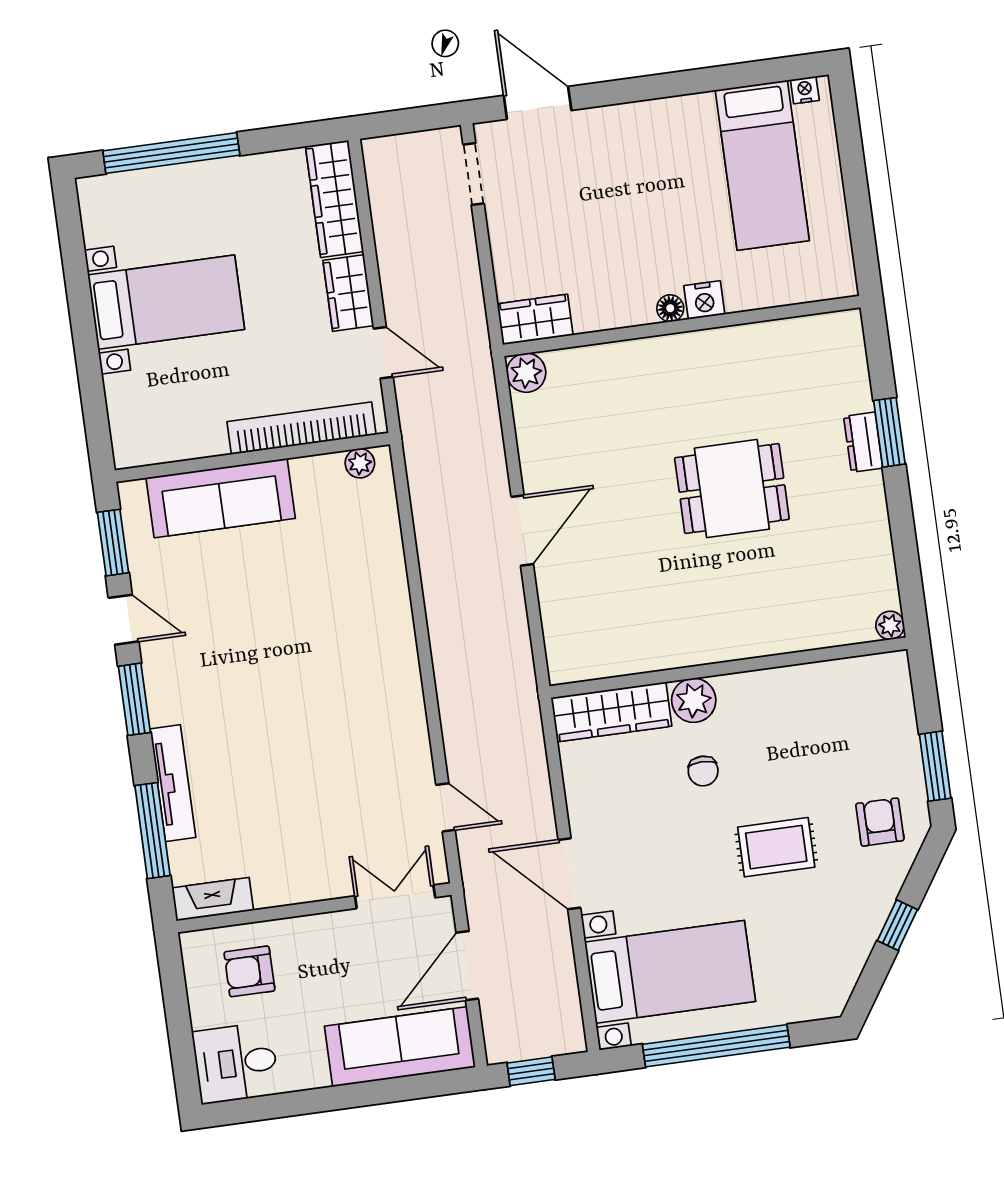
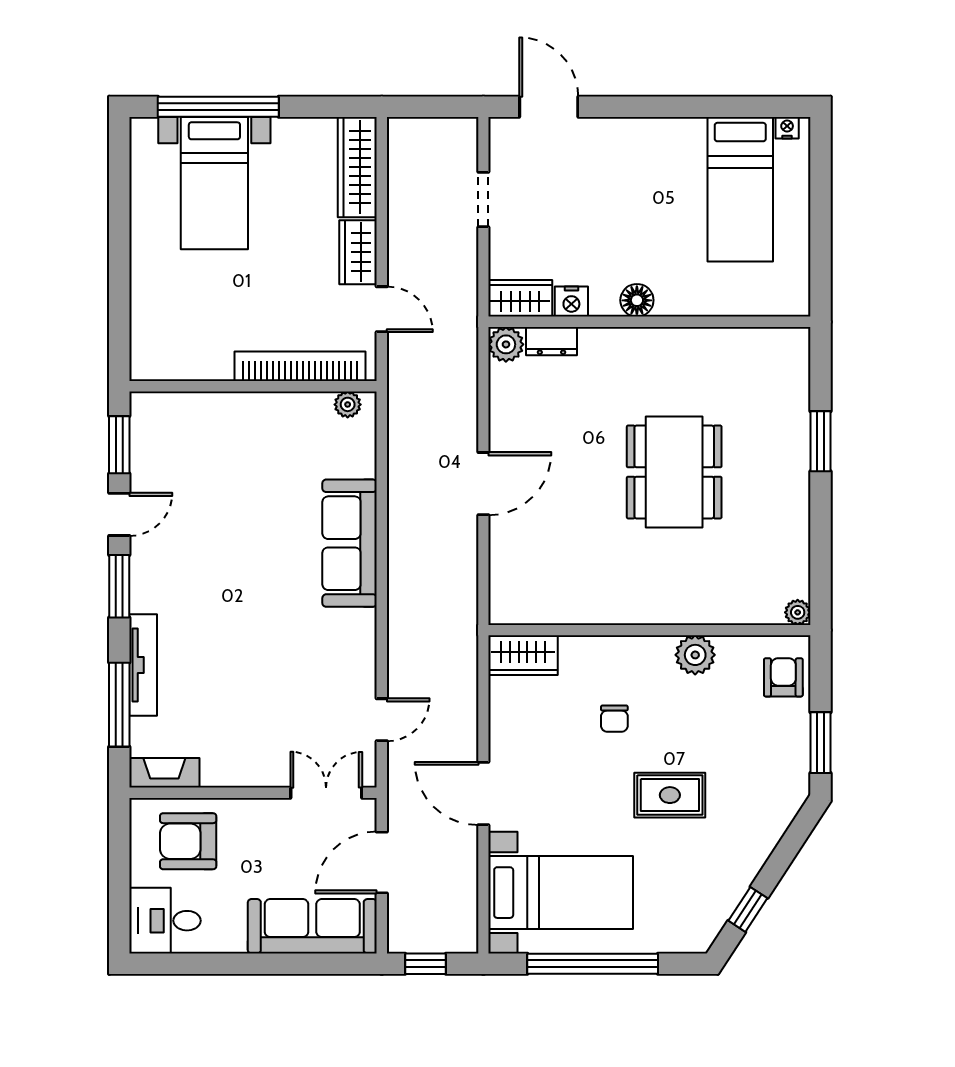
doorway: (474, 174) -> (483, 199), moved
nightstand: (704, 300) -> (571, 302), moved
bed with nightstands: (166, 302) -> (214, 183), moved, turned 90
floor lamp: (670, 308) -> (637, 300), width x1.37, depth x1.37
dresser: (863, 442) -> (551, 341), moved, turned -90
dining table: (732, 489) -> (674, 472), width x1.38
sofa: (221, 498) -> (350, 543), moved, turned 90
door: (123, 620) -> (119, 514), hinge flipped
plant: (694, 700) -> (695, 655), moved
wardrobe: (611, 712) -> (523, 655), width x0.67
door: (446, 807) -> (382, 720), hinge flipped
armchair: (880, 822) -> (783, 677), moved
window: (897, 925) -> (748, 909), moved
armchair: (249, 971) -> (188, 841), width x1.38, depth x1.38

